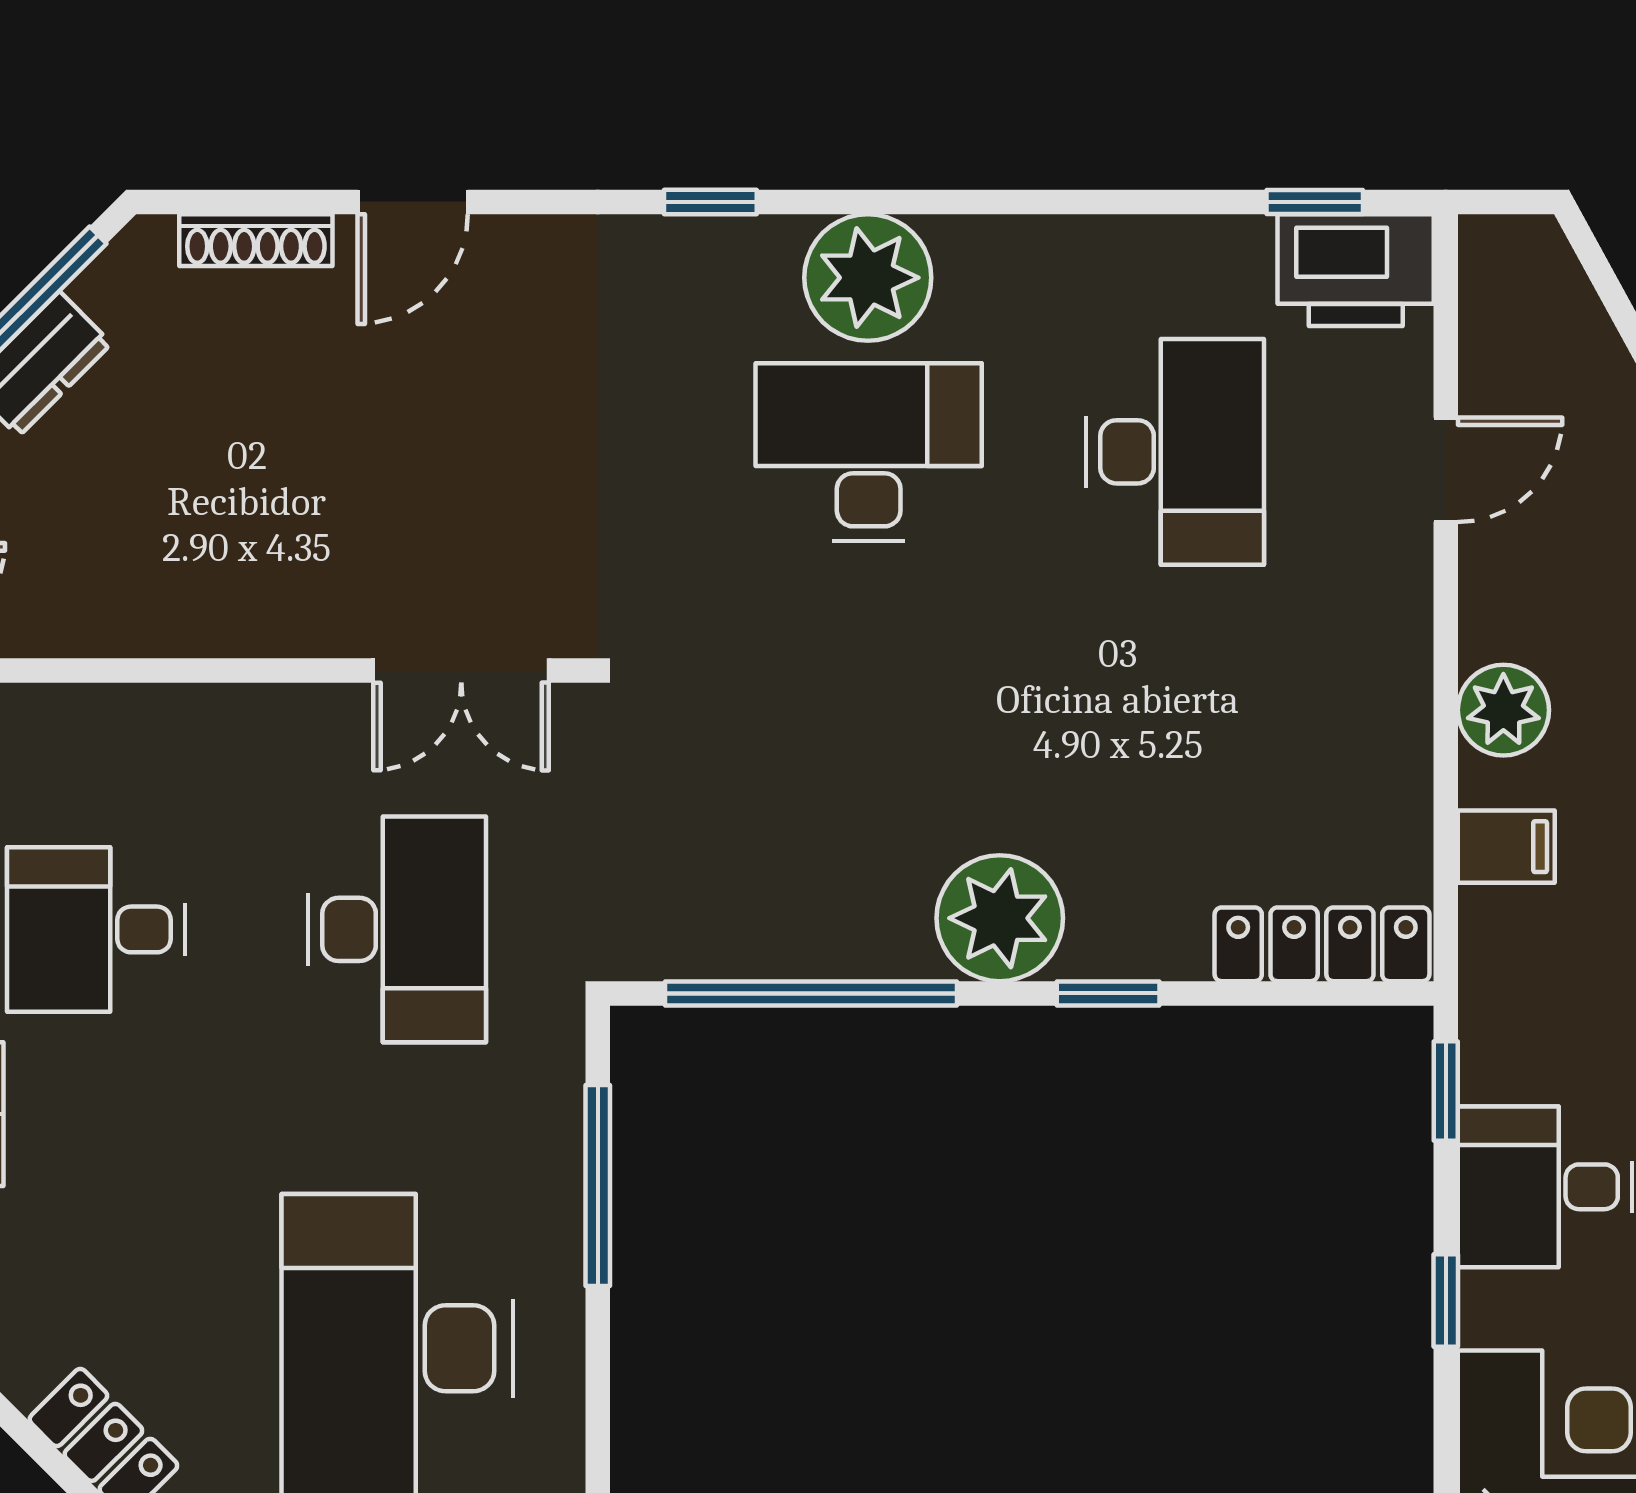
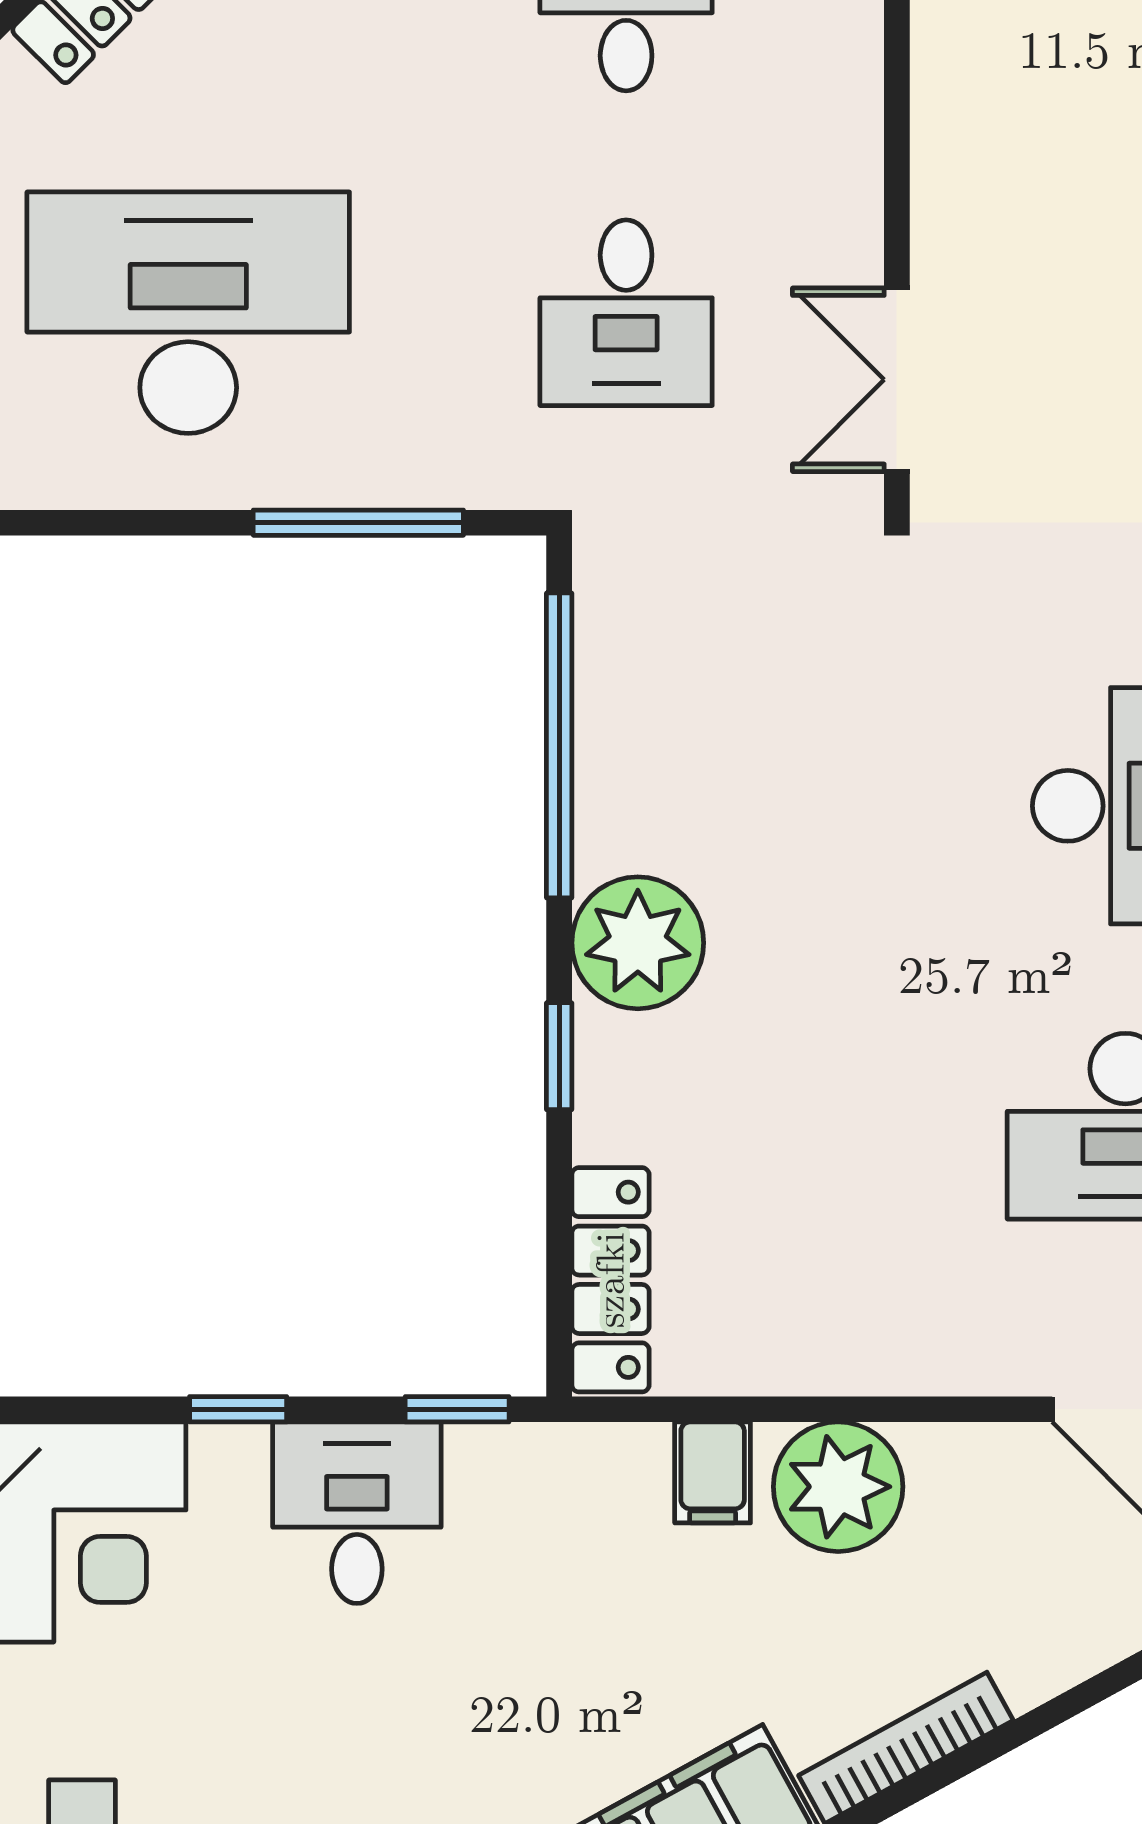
plant: (1503, 710) -> (838, 1487), width x1.36, depth x1.36
desk: (397, 929) -> (626, 313), width x0.73

